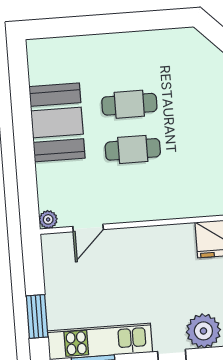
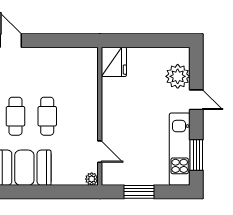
window: (37, 316) -> (139, 192), moved

